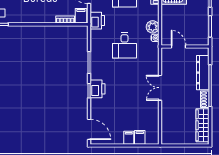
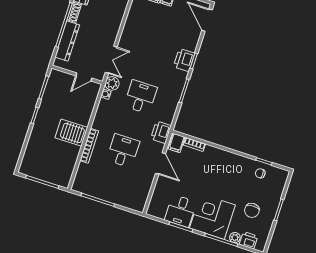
plant: (153, 27) -> (112, 83), moved
door: (179, 46) -> (84, 77), hinge flipped
double door: (160, 88) -> (111, 60), moved

